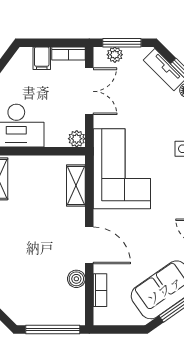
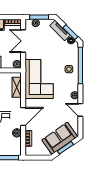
double door: (89, 91) -> (23, 41), swing flipped
door: (89, 245) -> (23, 116), hinge flipped

